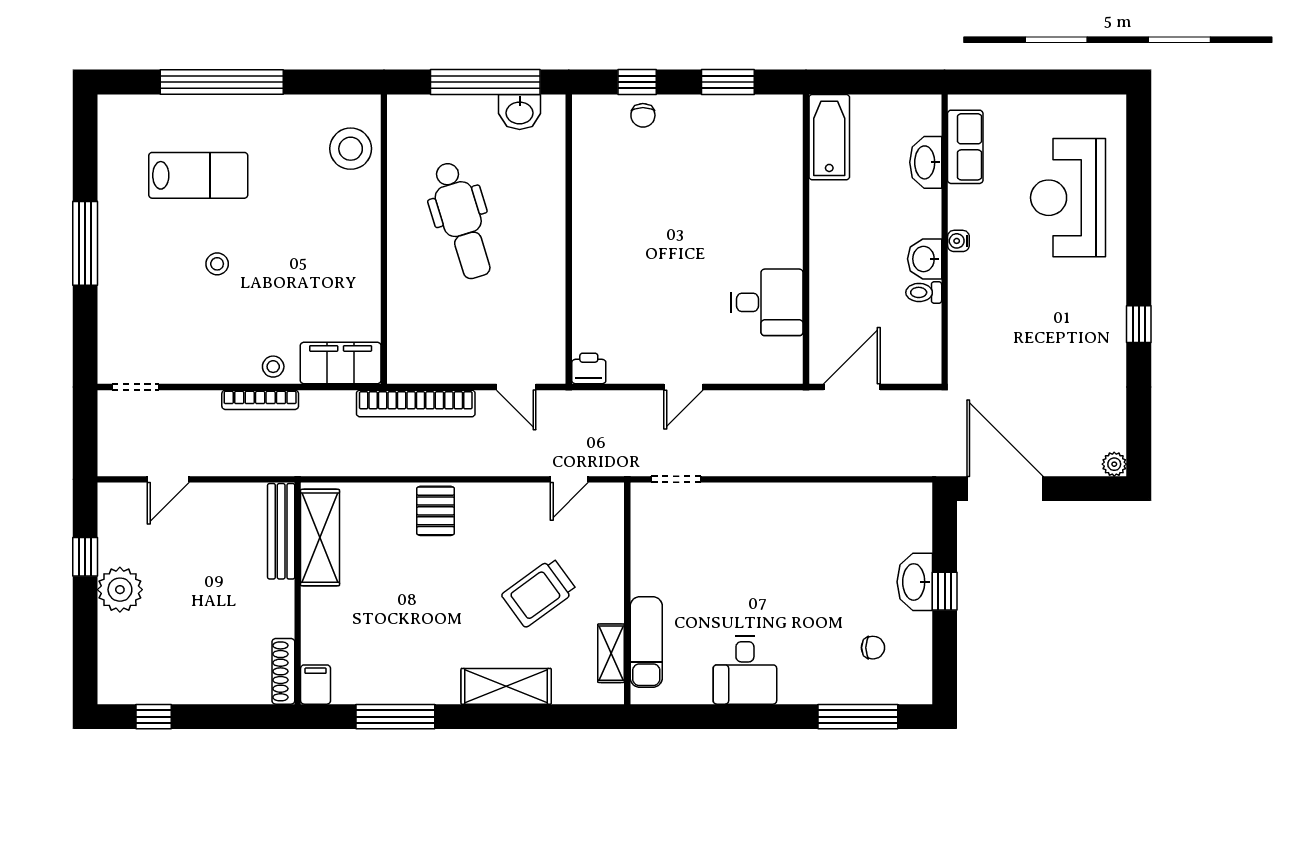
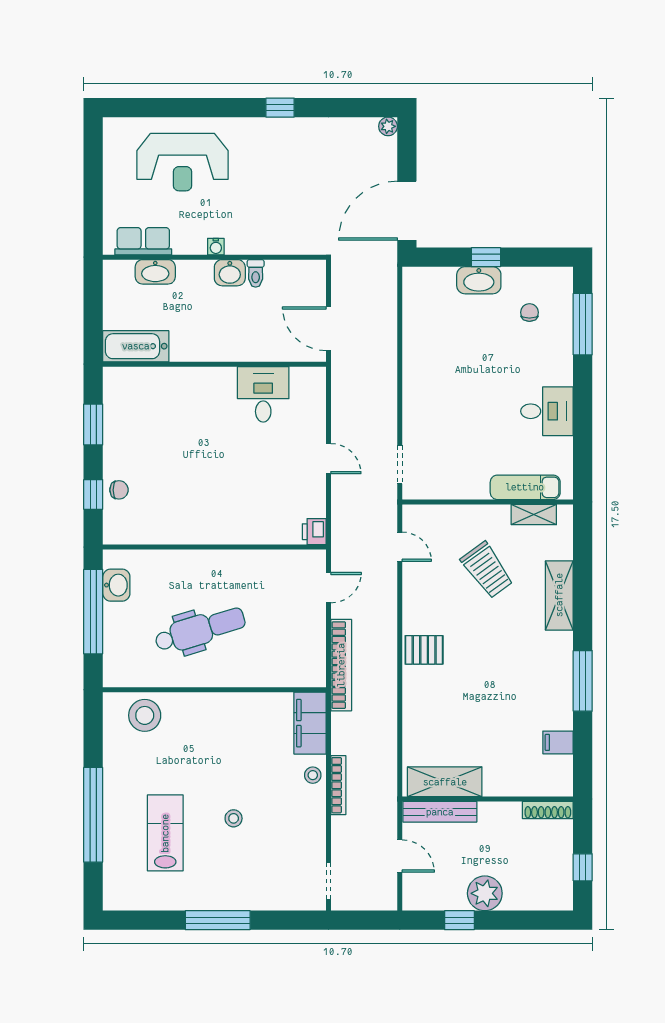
bench: (281, 531) -> (440, 812), moved
shelving: (320, 538) -> (445, 782), moved
wall: (298, 593) -> (488, 799), moved
shoe rack: (283, 671) -> (548, 810), moved

